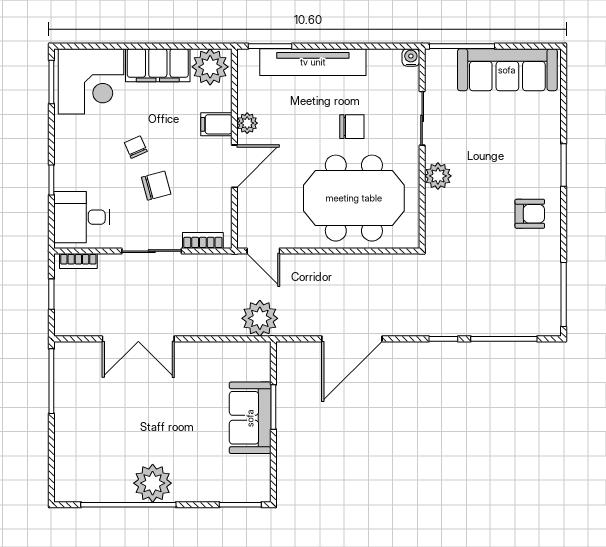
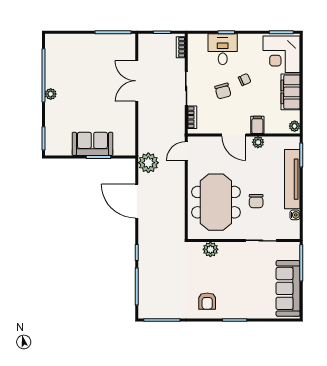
water cooler: (411, 57) -> (295, 215), moved
plant: (210, 67) -> (295, 126), width x0.53, depth x0.53
plant: (438, 176) -> (210, 249), moved
desk: (82, 217) -> (223, 49), moved
plant: (260, 318) -> (148, 163), moved
plant: (153, 483) -> (51, 94), width x0.53, depth x0.53

